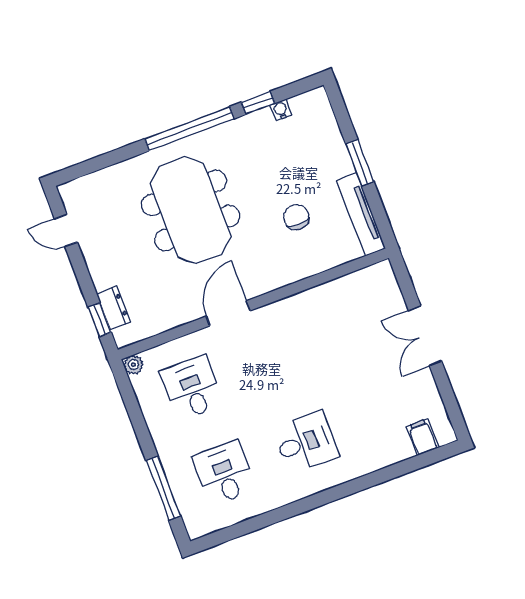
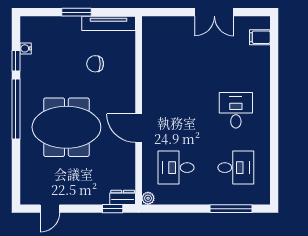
dresser: (113, 308) -> (123, 197), moved
double door: (425, 336) -> (214, 12), moved
desk: (224, 473) -> (236, 168), turned 180

